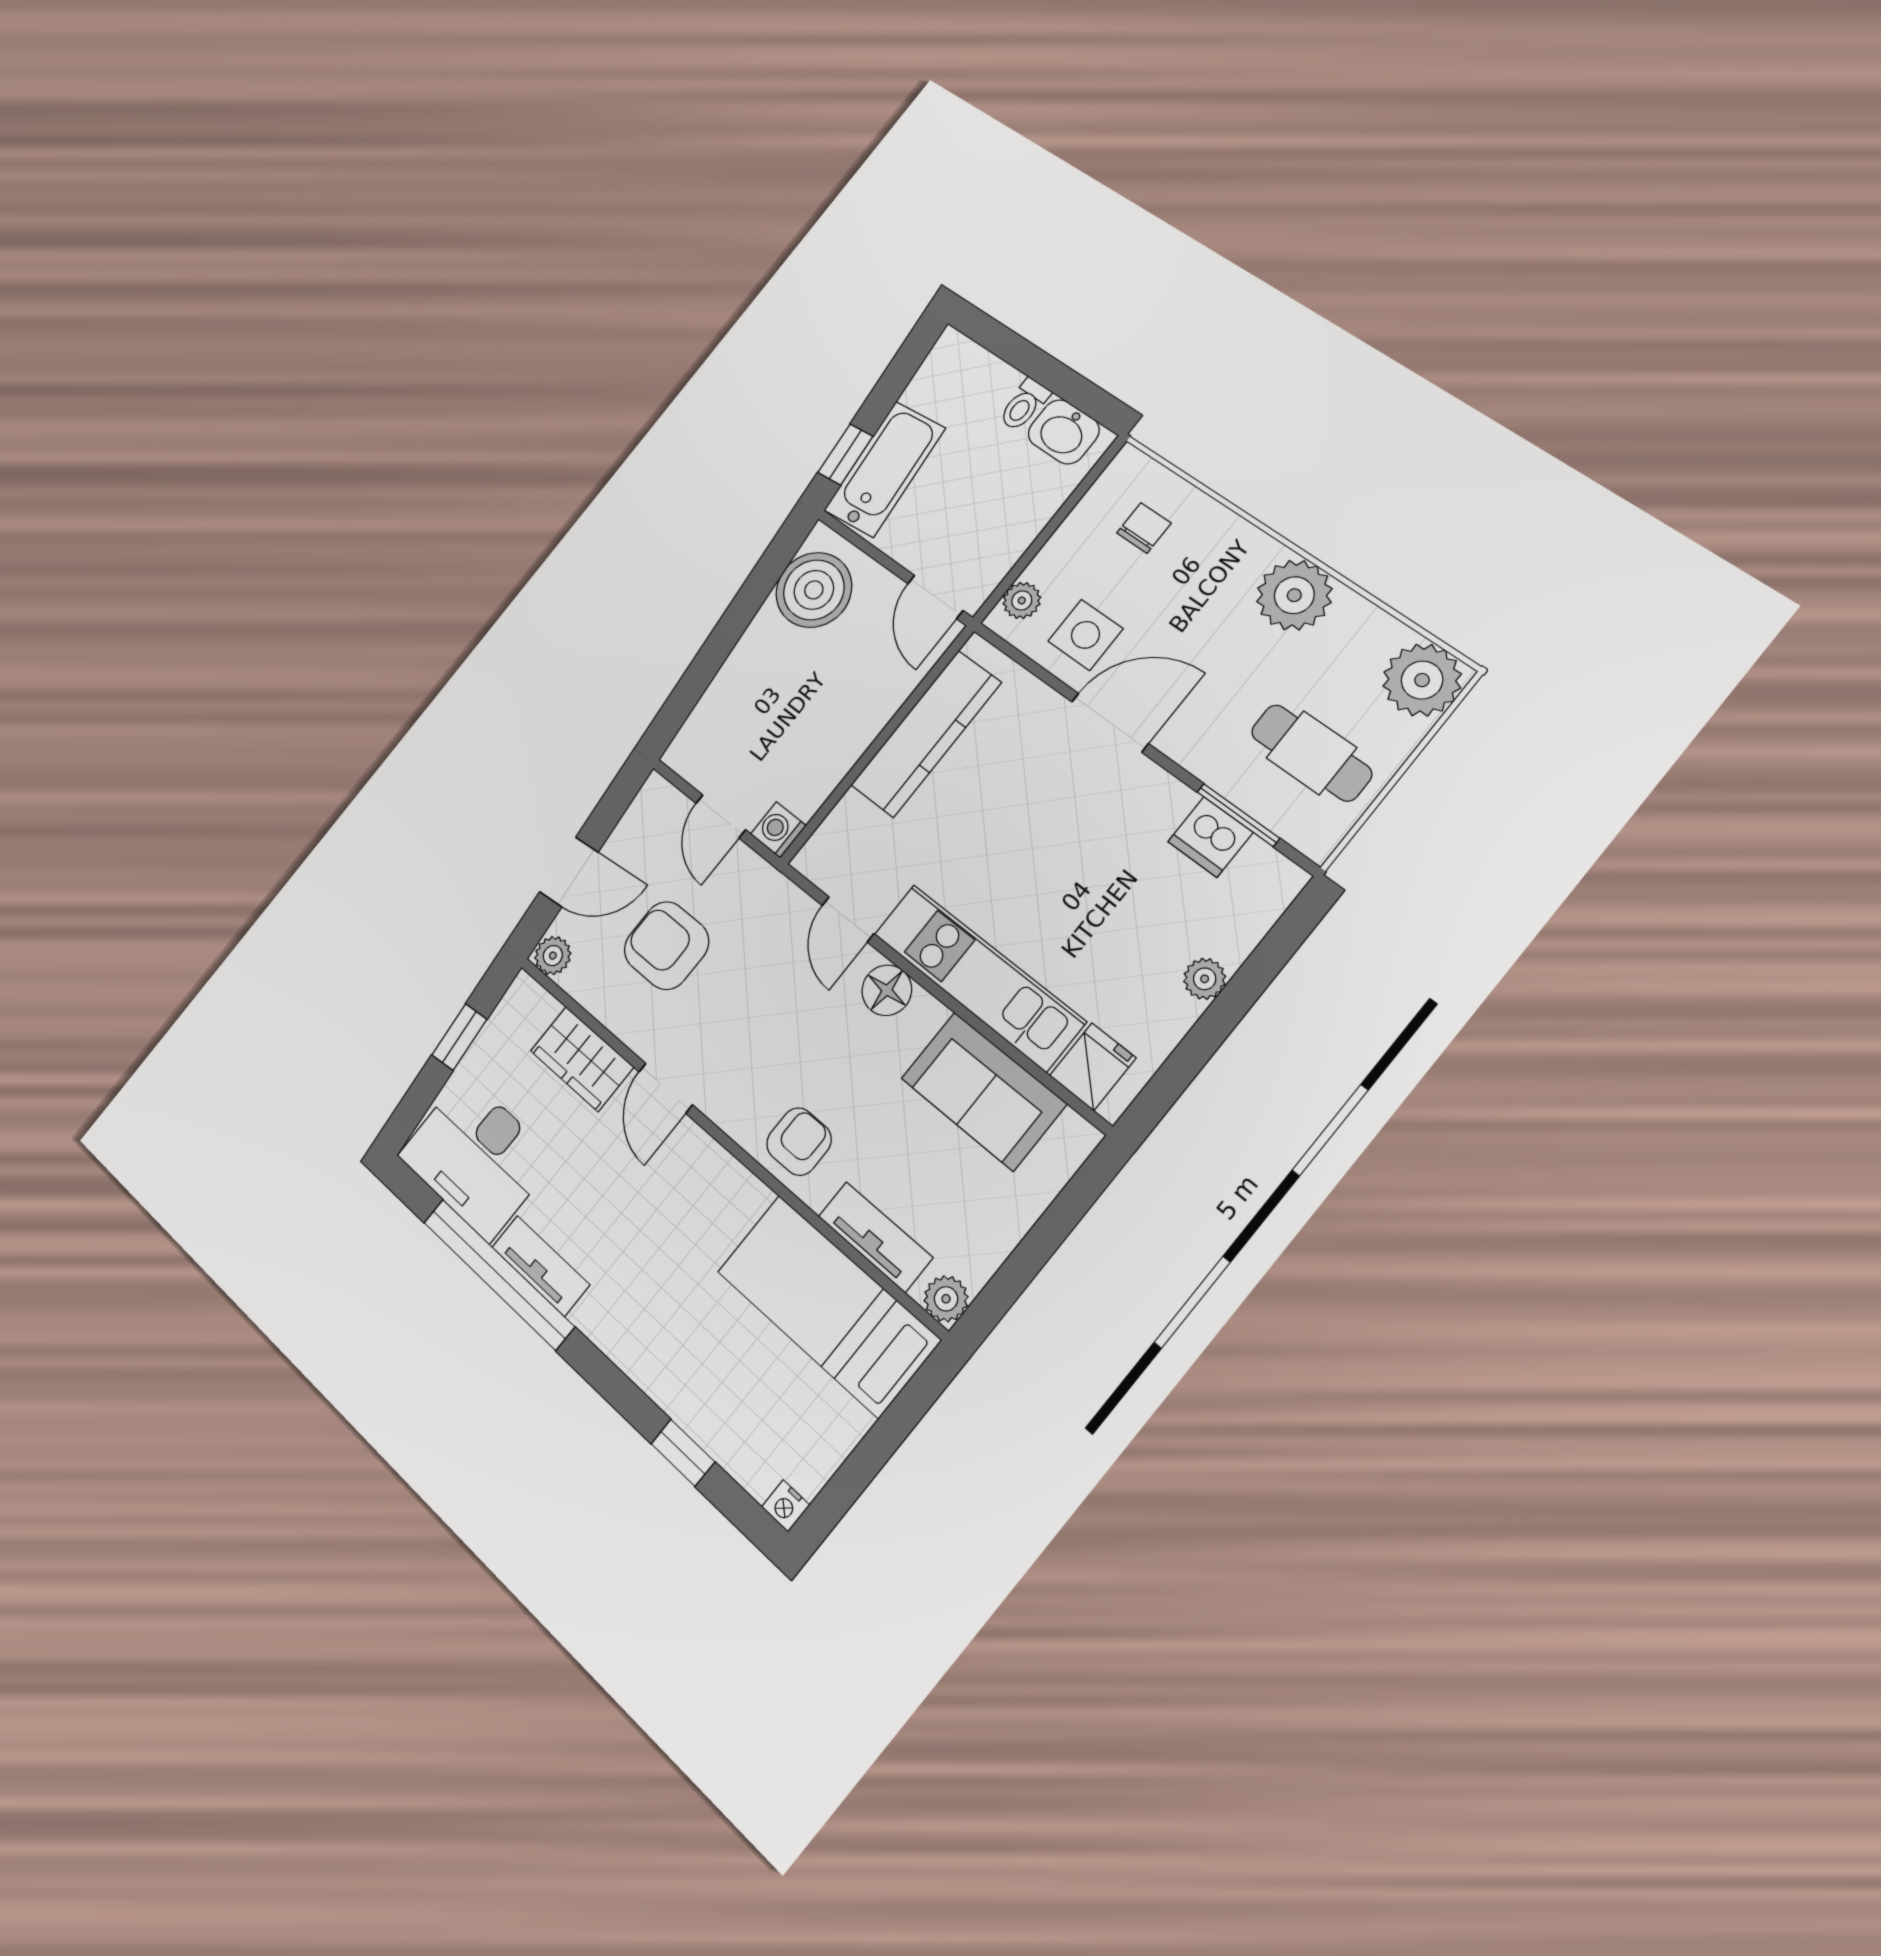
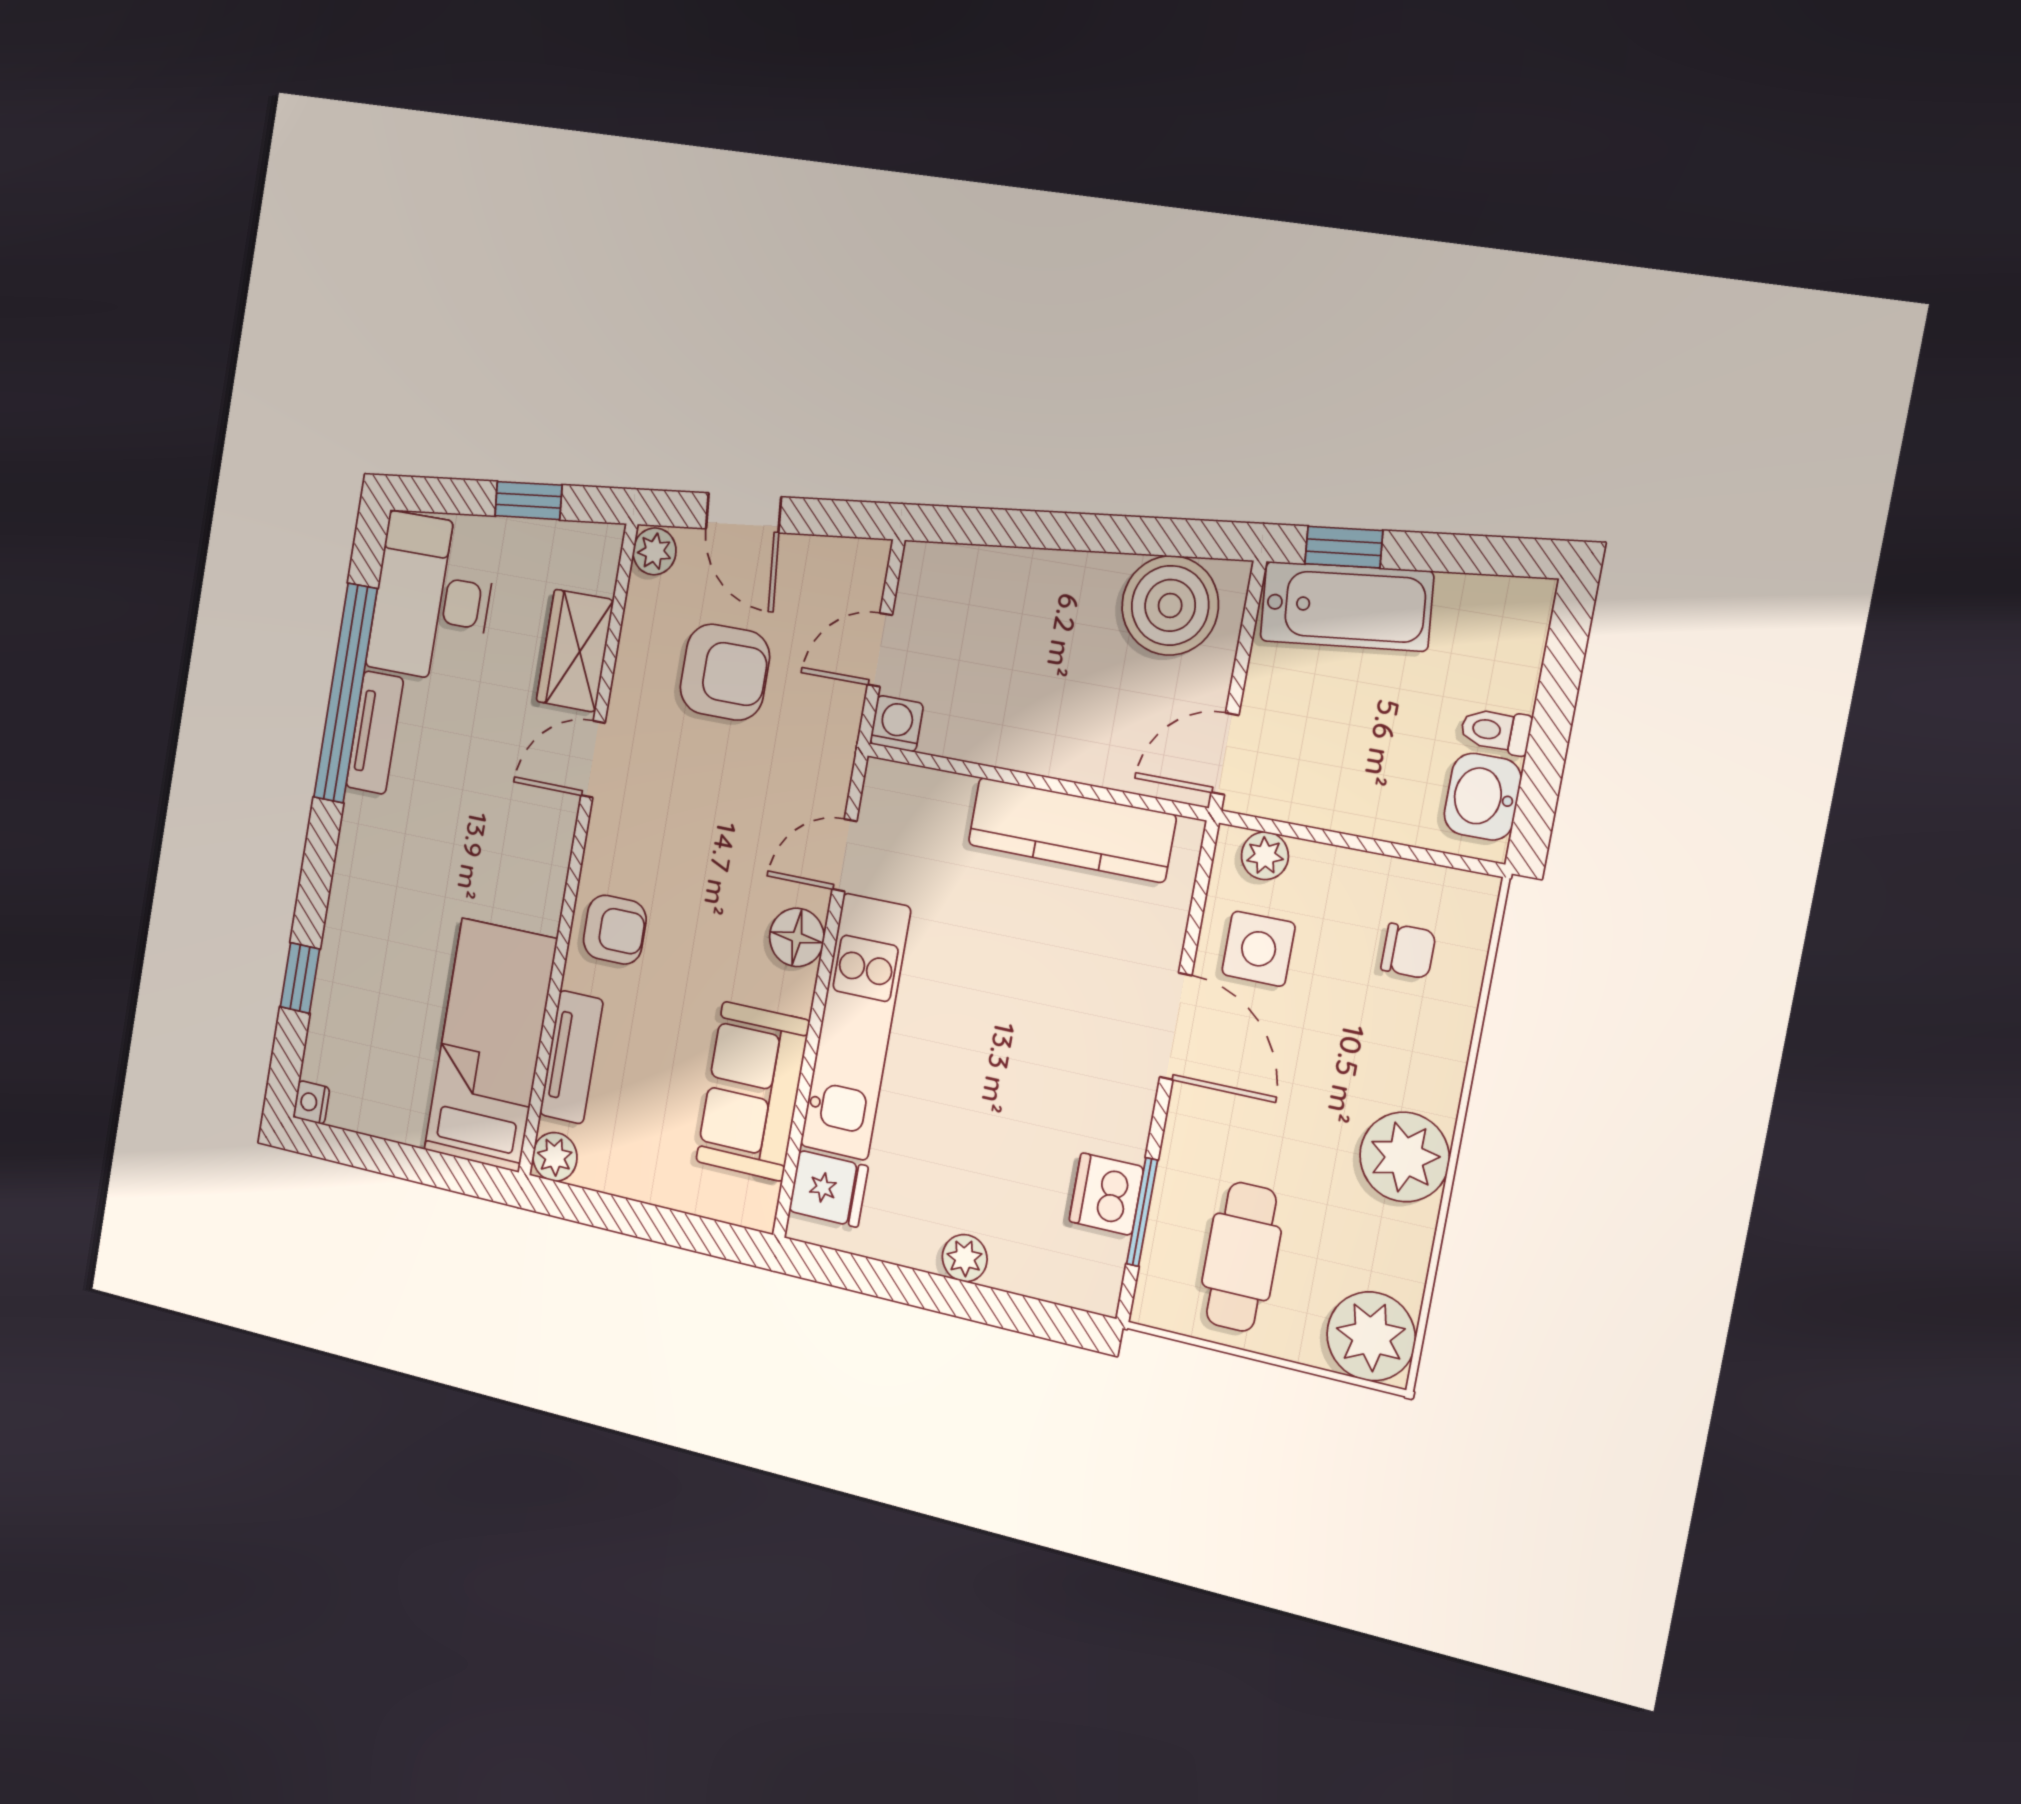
armchair: (666, 946) -> (725, 672), turned 90

